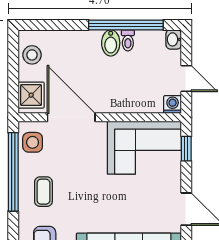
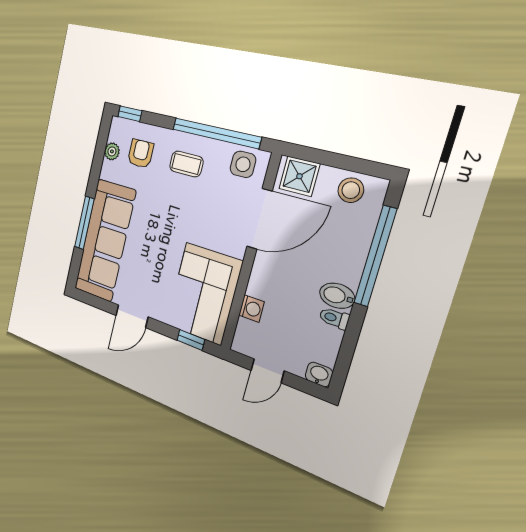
window: (126, 25) -> (375, 256), moved
washing machine: (173, 105) -> (251, 309), moved

